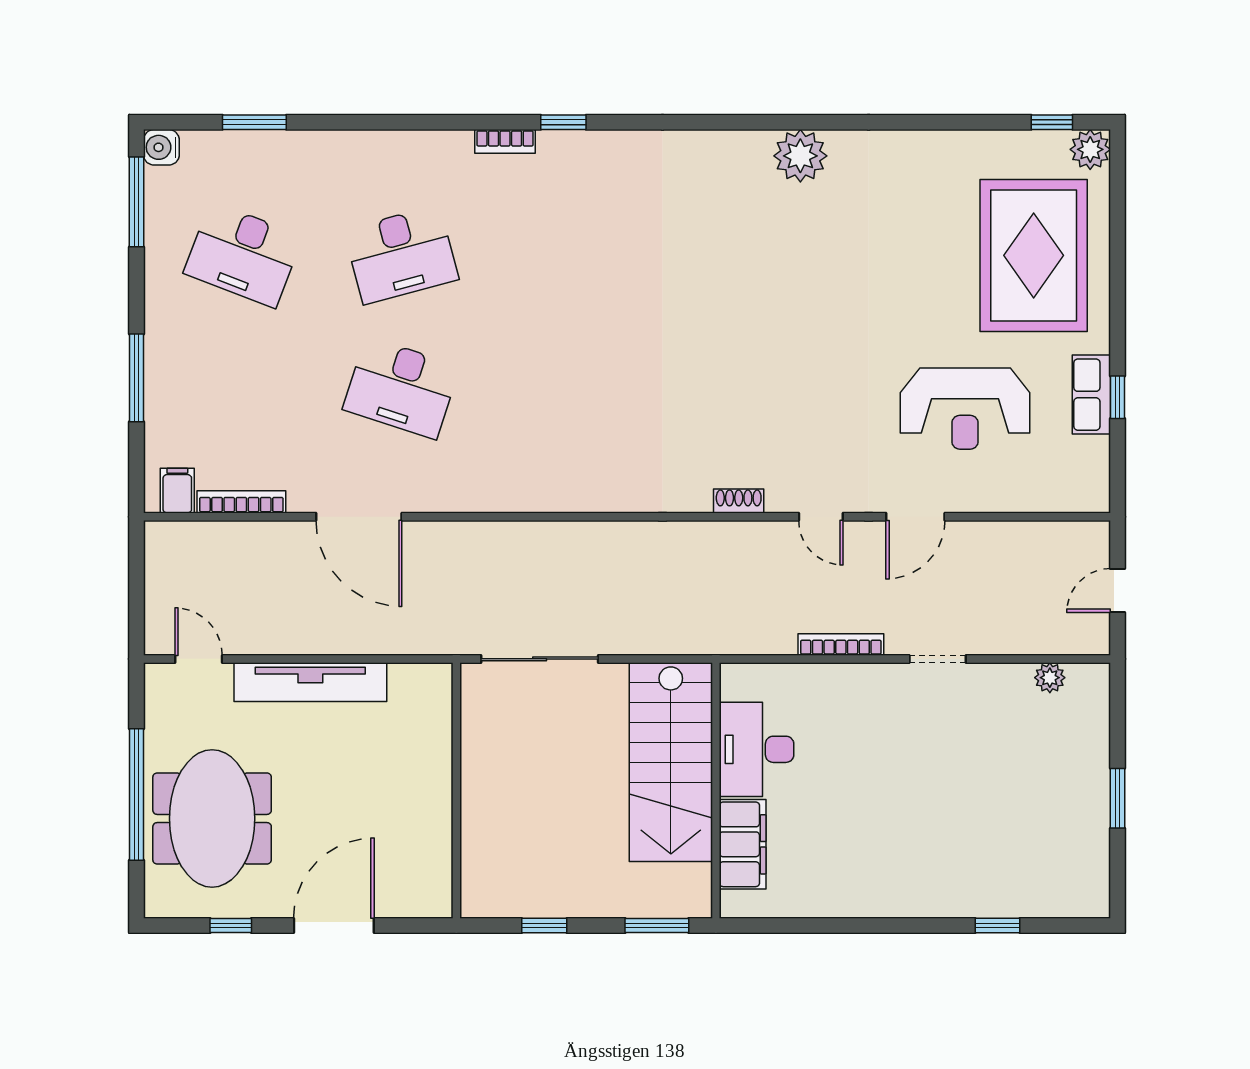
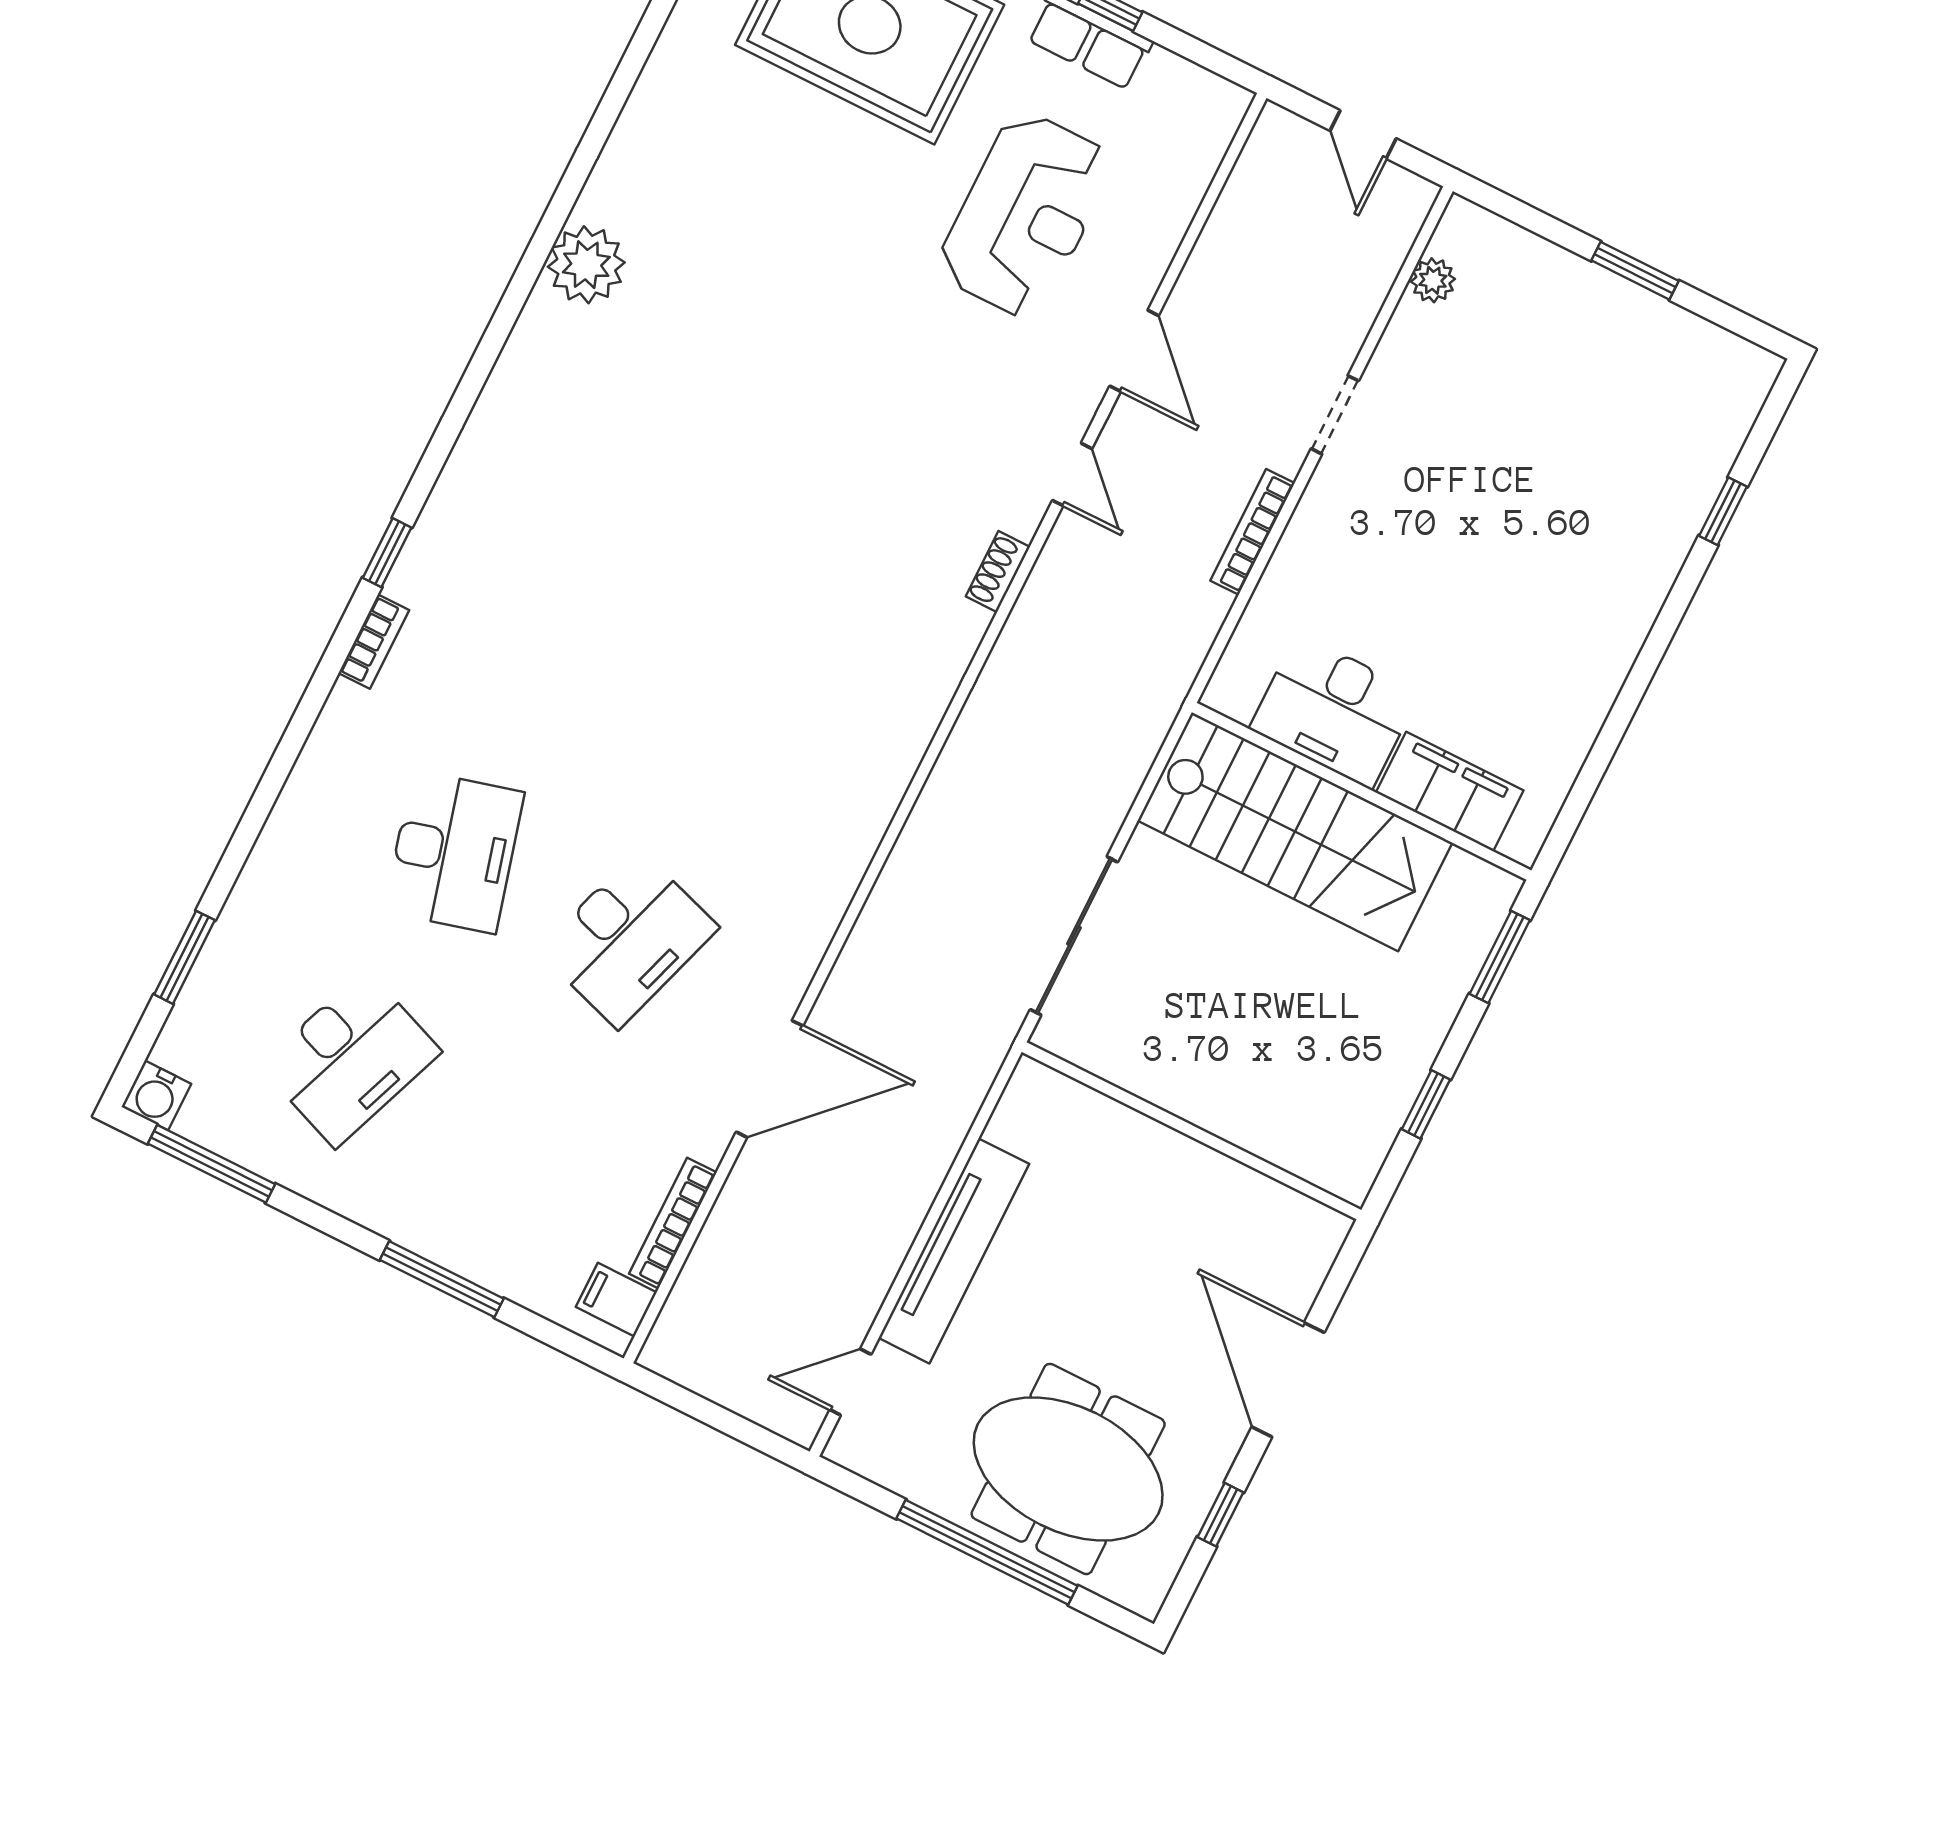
door: (821, 517) -> (1072, 474), hinge flipped

